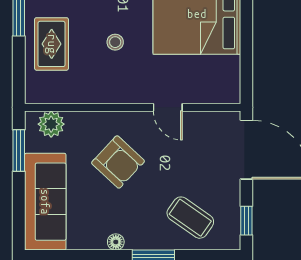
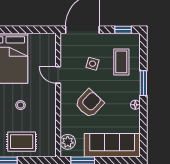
door: (168, 107) -> (58, 75), swing flipped
side table: (187, 167) -> (92, 64), added
coffee table: (190, 218) -> (121, 62), turned -35

